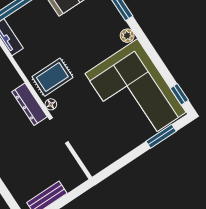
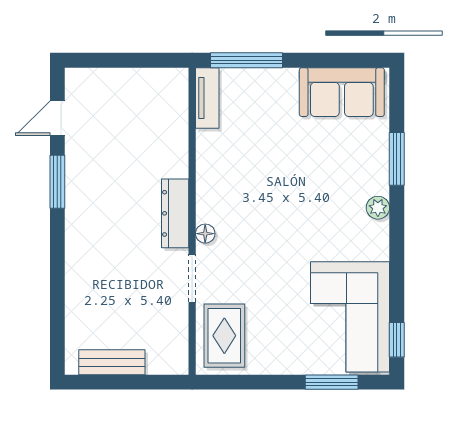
rug: (52, 77) -> (224, 336), moved, turned 90
corner sofa: (136, 93) -> (350, 317), width x0.73, depth x0.74

